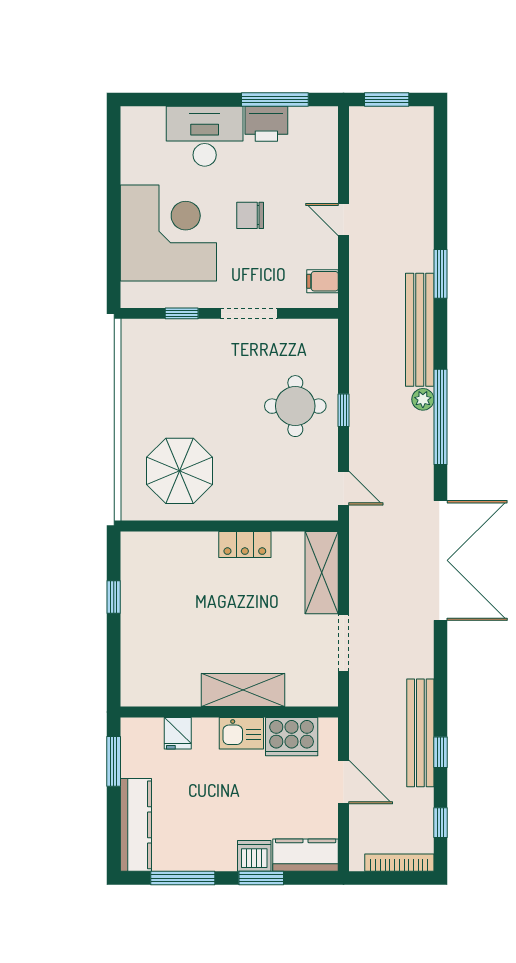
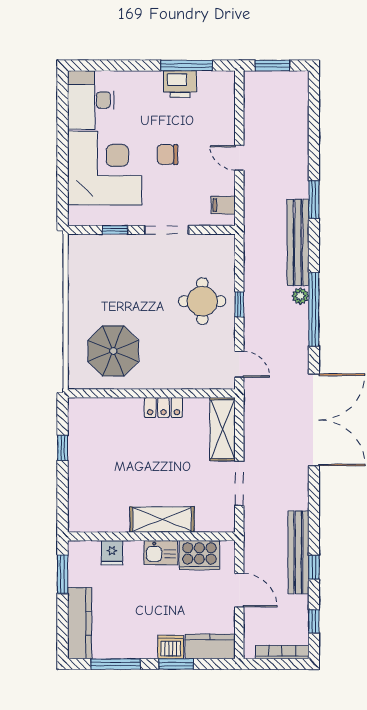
desk: (205, 136) -> (91, 100), moved, turned -90

